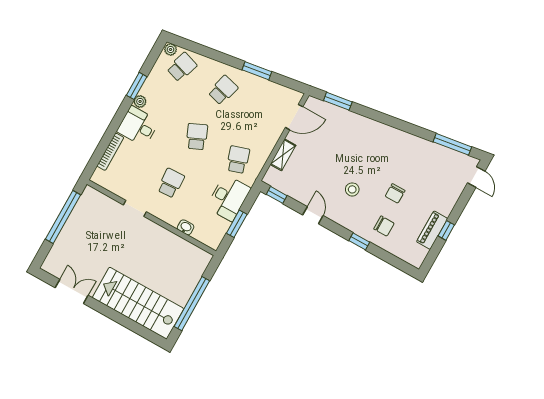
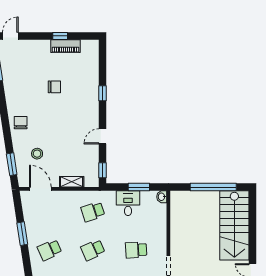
school desk: (223, 90) -> (50, 250), turned -39
stool: (352, 189) -> (37, 154), moved
desk: (228, 198) -> (128, 203), width x0.73
chair: (384, 226) -> (21, 123), moved
washbasin: (186, 227) -> (162, 197), moved

